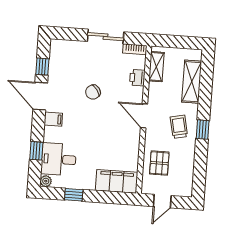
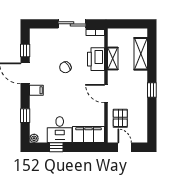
shelving: (156, 67) -> (113, 59), moved
printer: (137, 78) -> (96, 59), width x1.87, depth x1.48
door: (144, 116) -> (106, 94), moved
trolley: (179, 127) -> (133, 89), removed
desk: (59, 159) -> (60, 130), moved, turned -90
door: (162, 201) -> (125, 147), swing flipped

